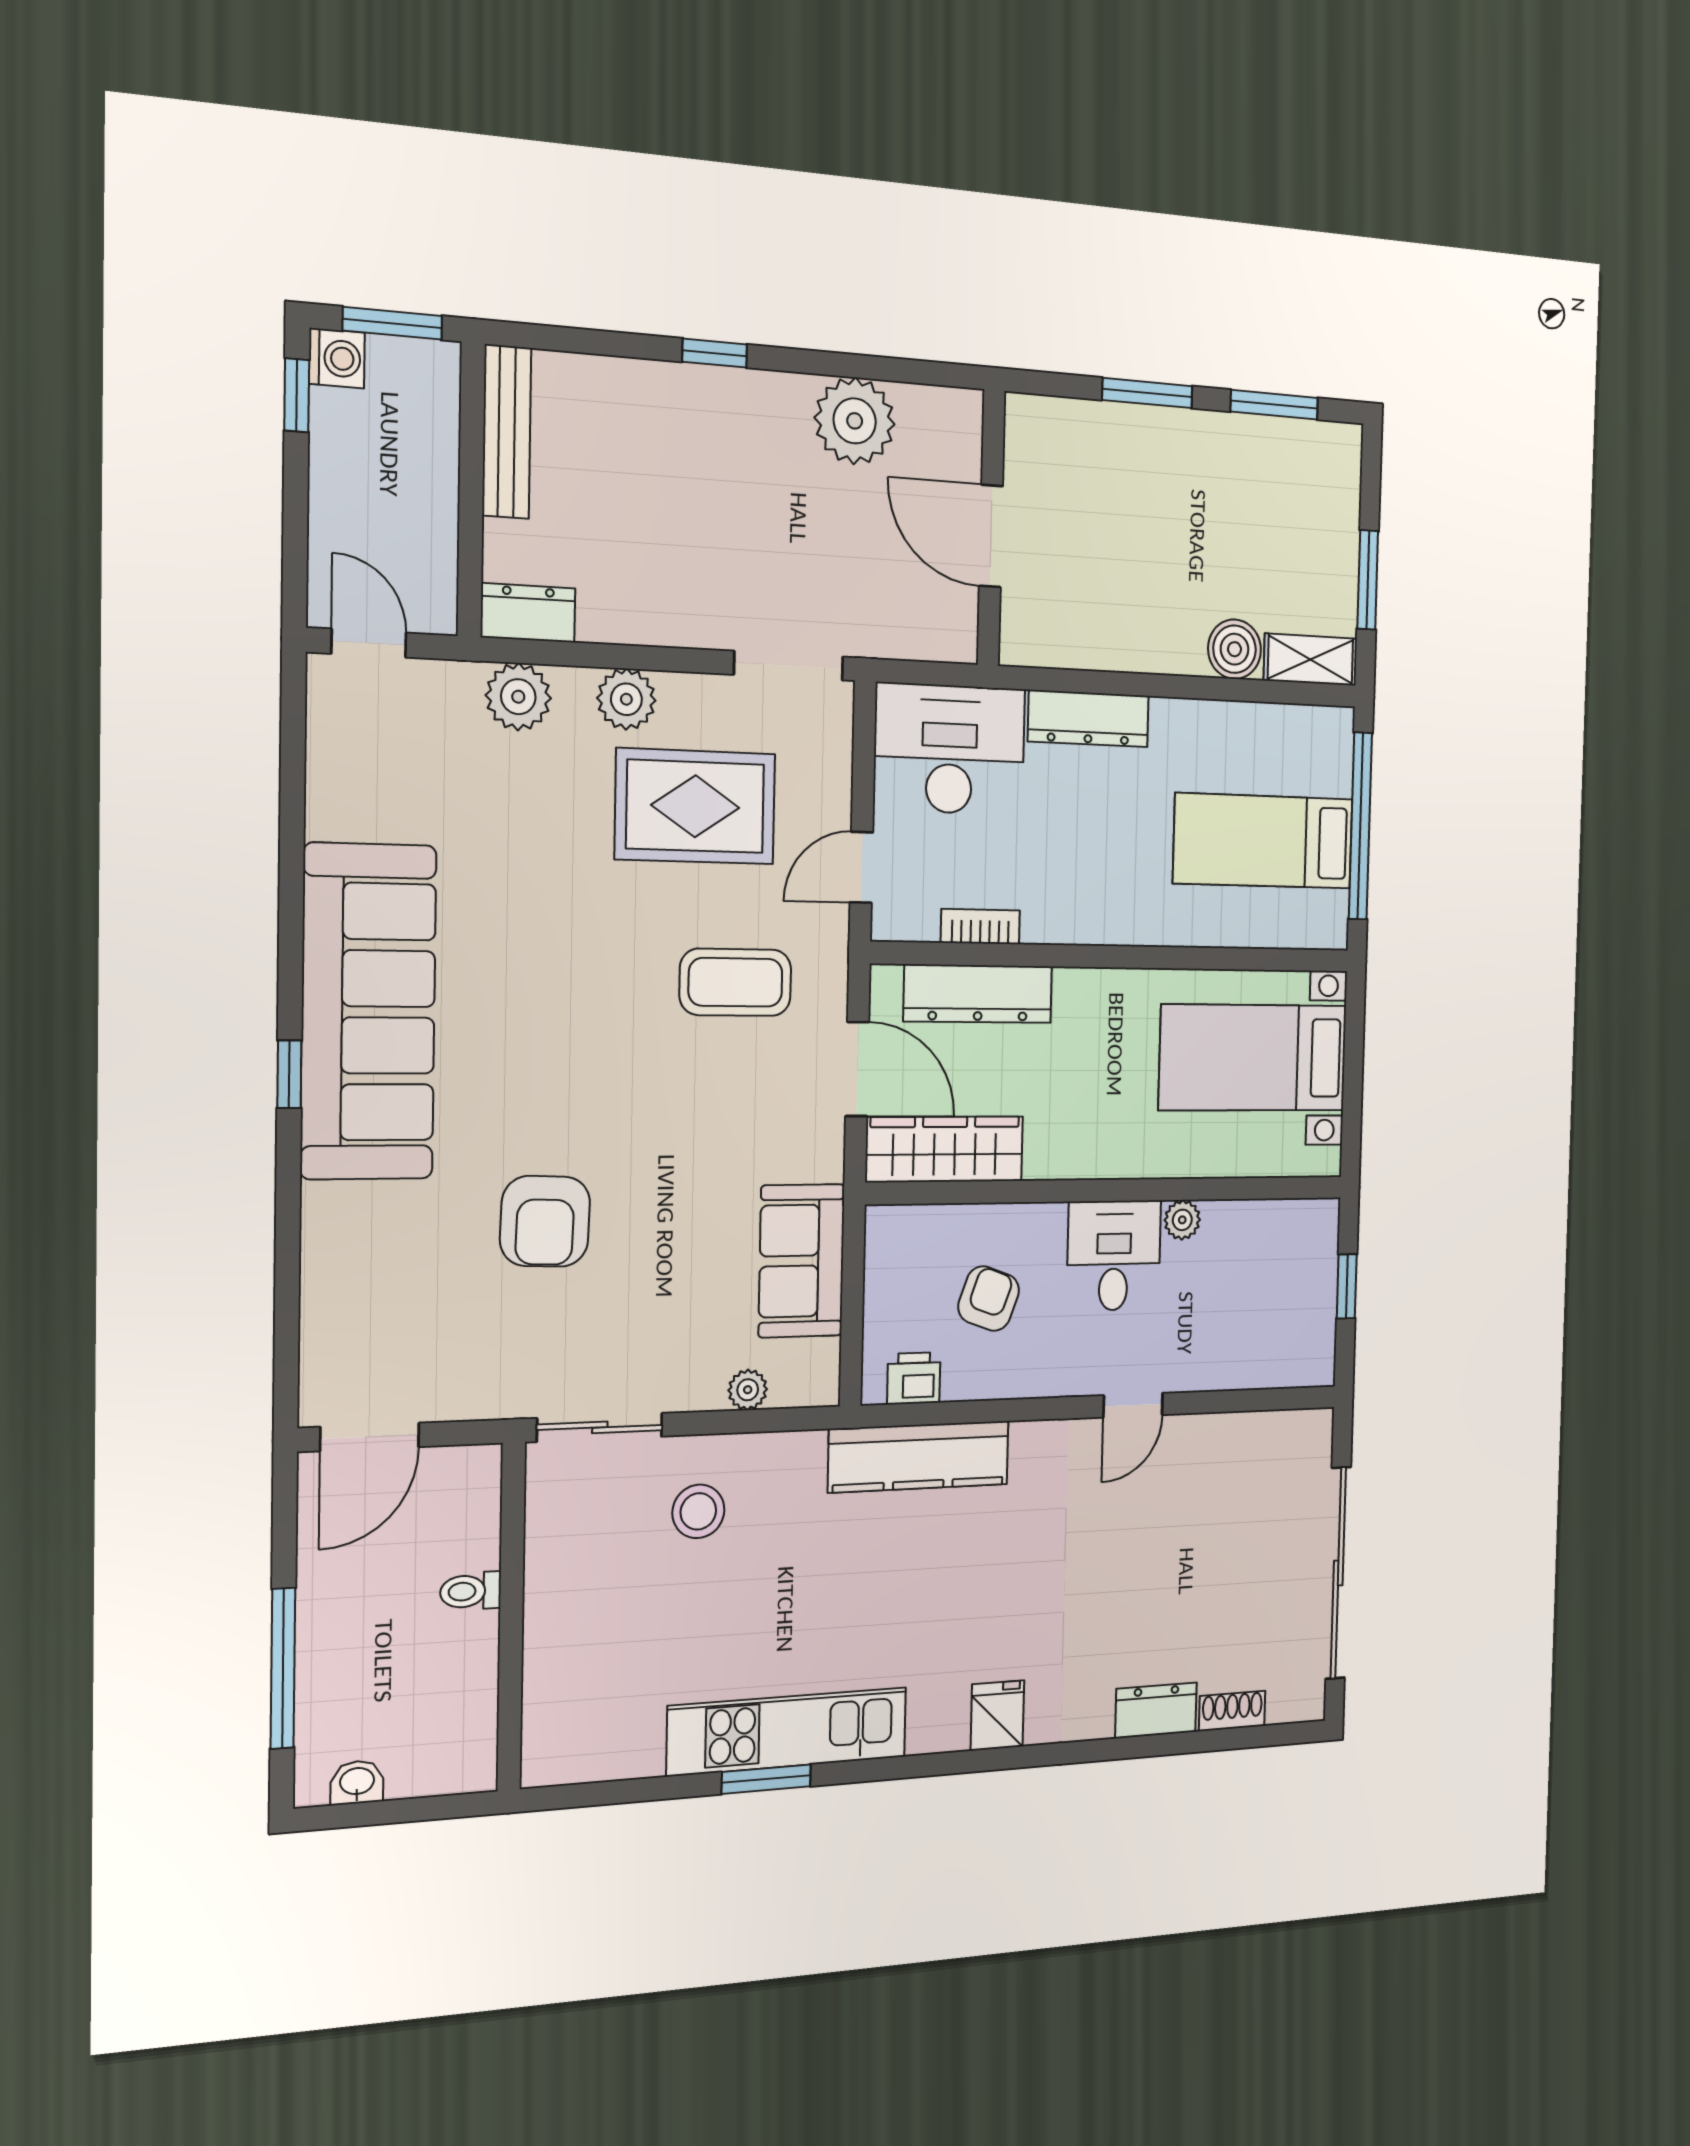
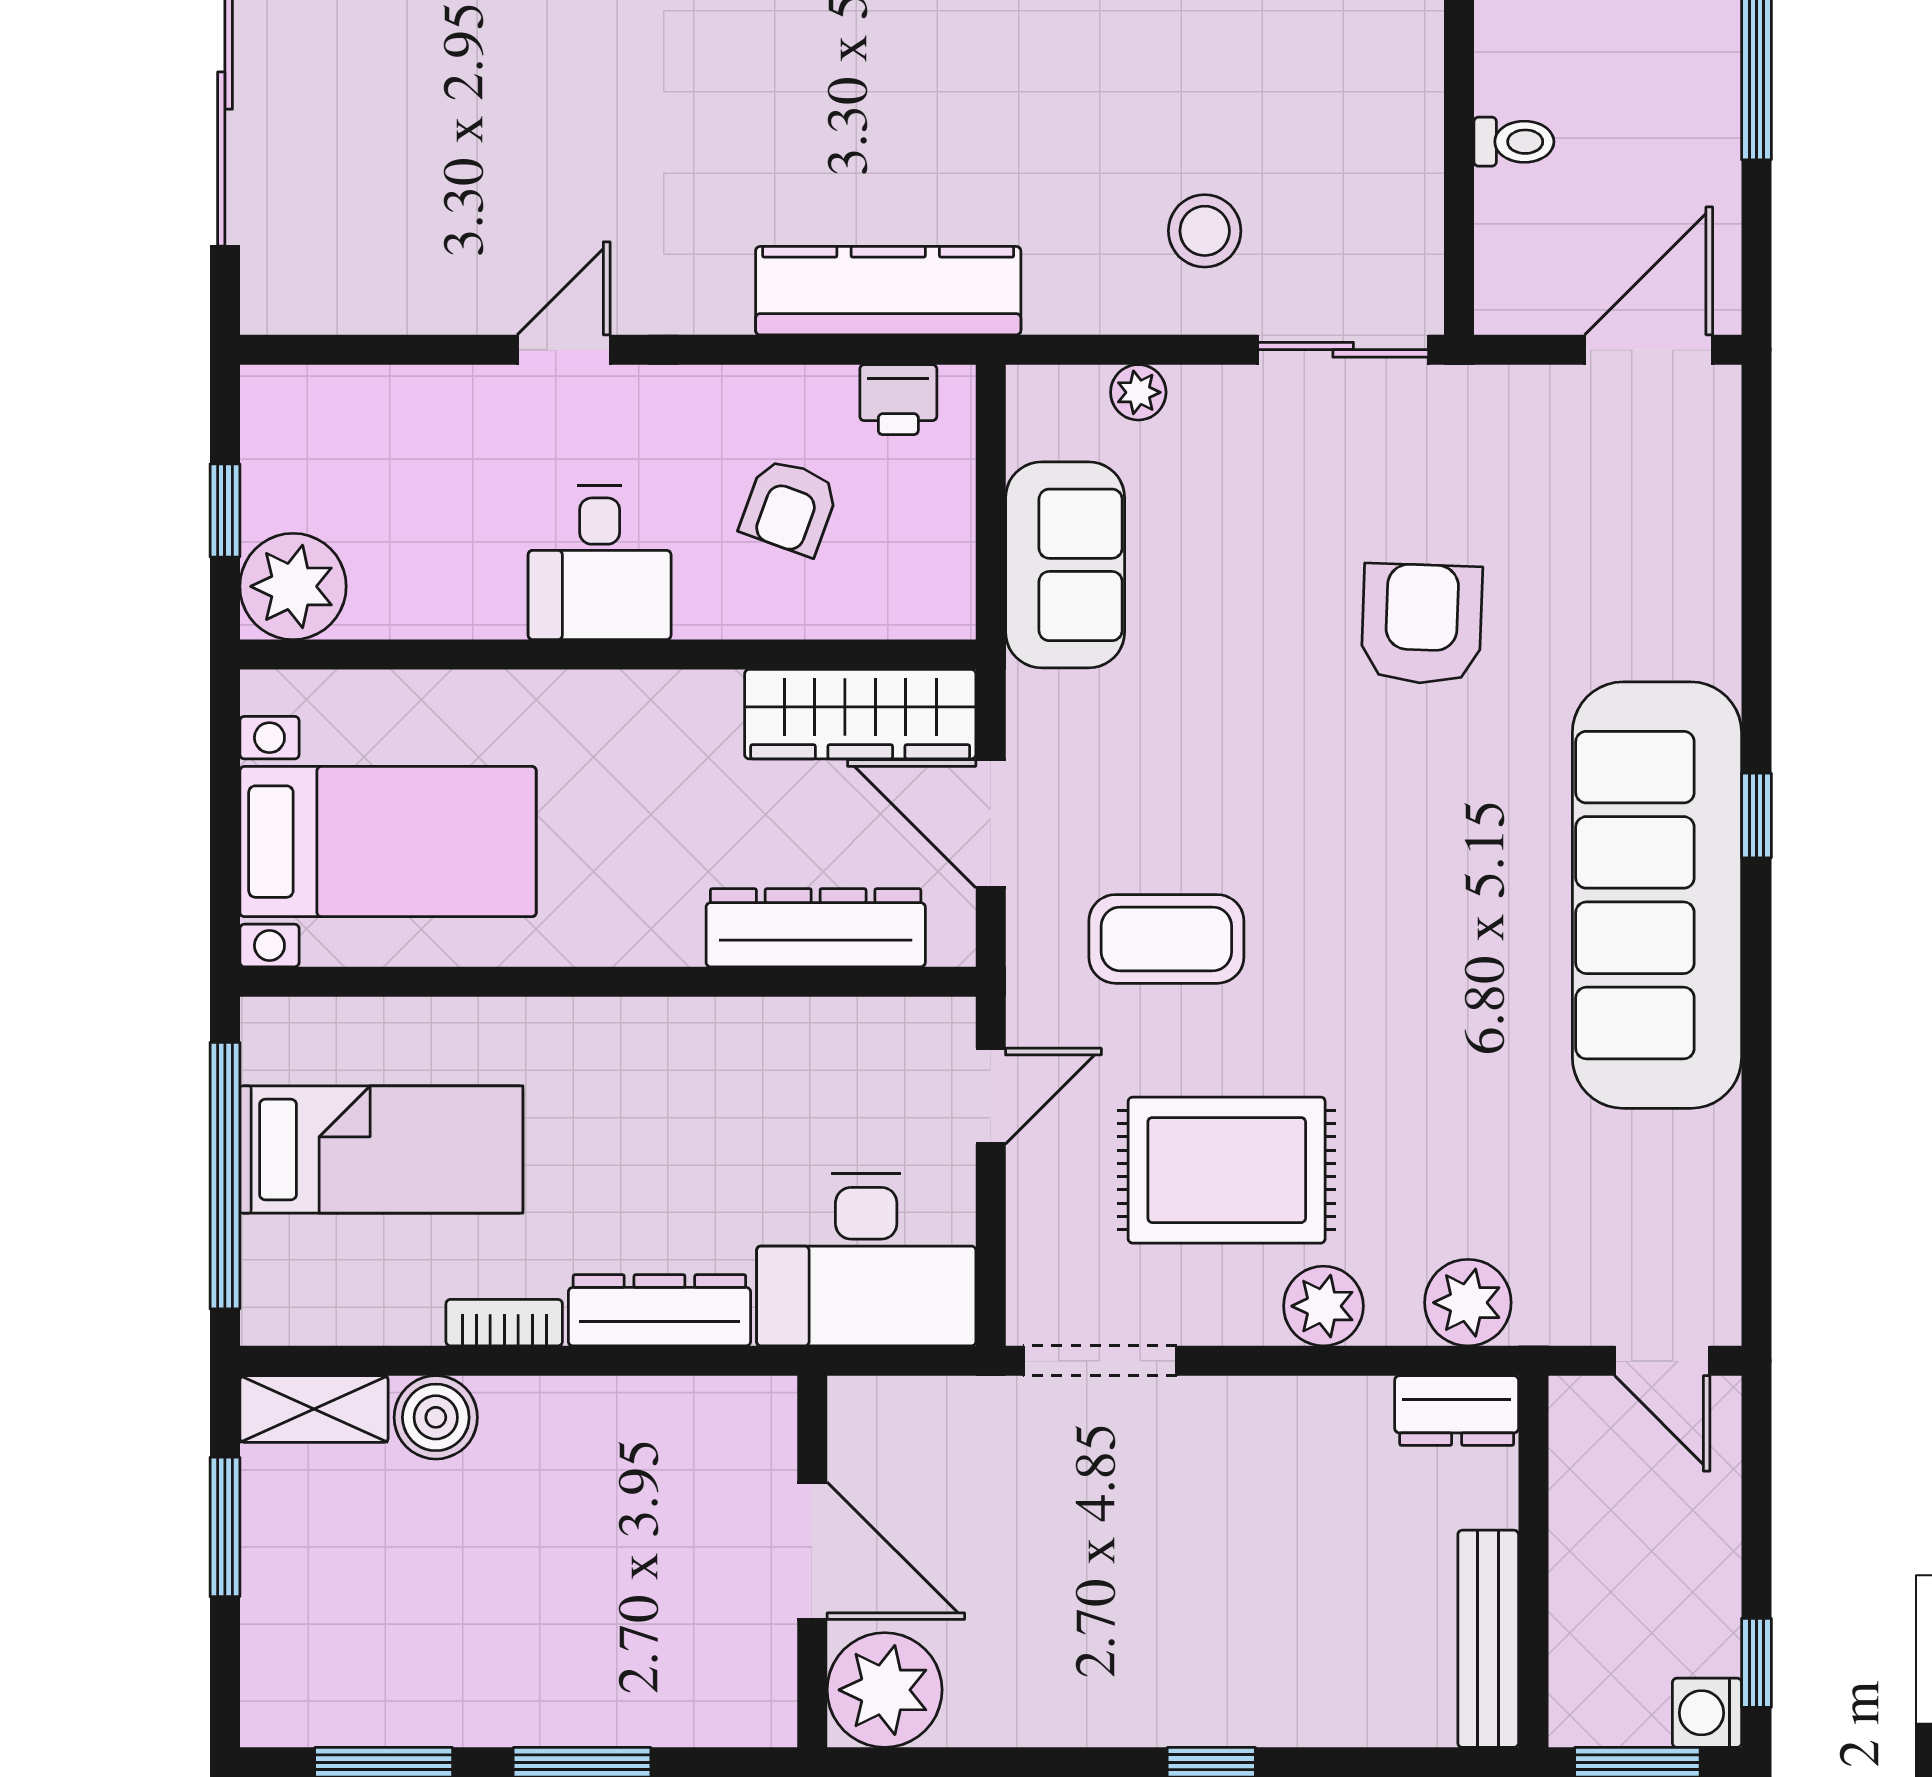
plant: (855, 421) -> (885, 1690), moved
bookcase: (980, 927) -> (504, 1323), moved, turned 180
plant: (1182, 1220) -> (293, 586), moved, width x1.88, depth x1.88

